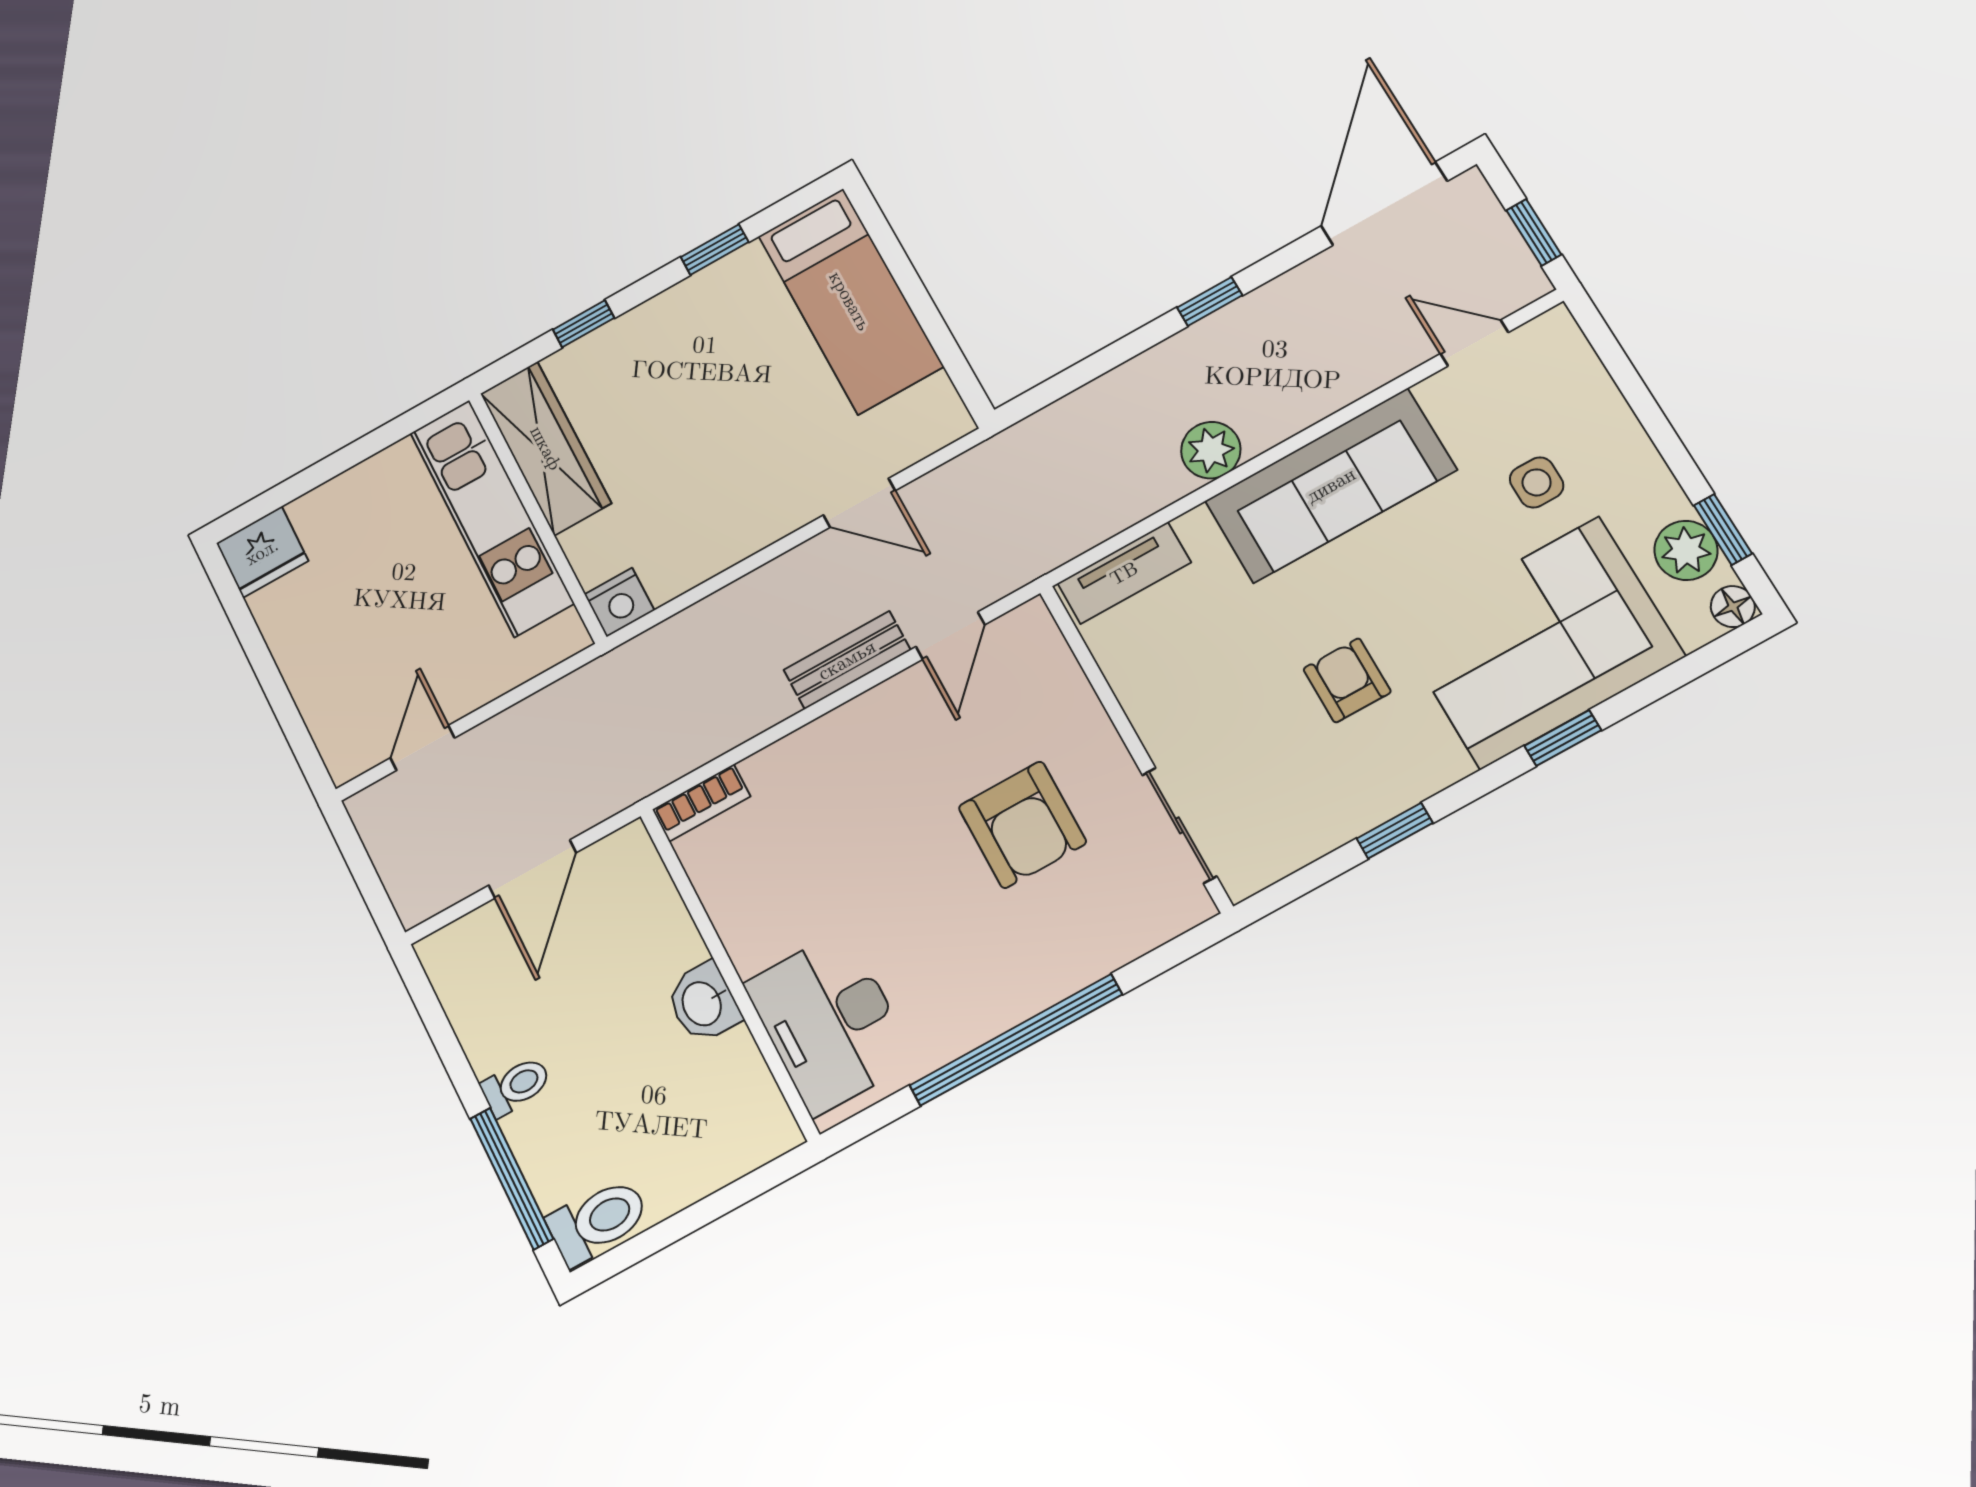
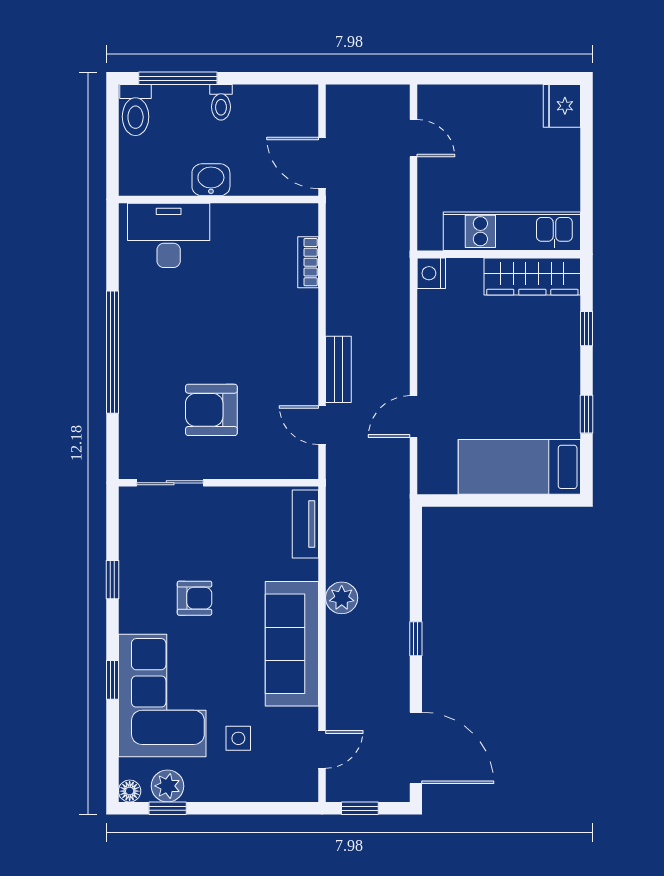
wall: (729, 973) -> (218, 199), moved
washbasin: (703, 1003) -> (211, 180), moved
desk: (829, 1022) -> (169, 235), moved

